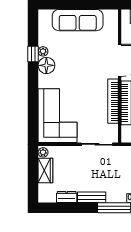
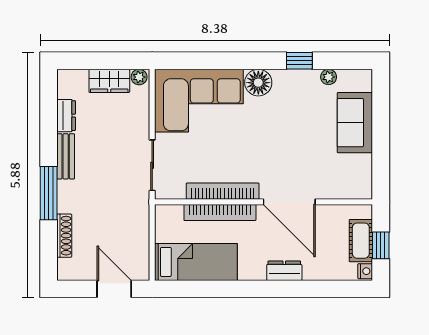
sofa: (78, 20) -> (355, 123), width x0.73
plant: (43, 51) -> (329, 77), moved
floor lamp: (46, 65) -> (258, 83), moved

